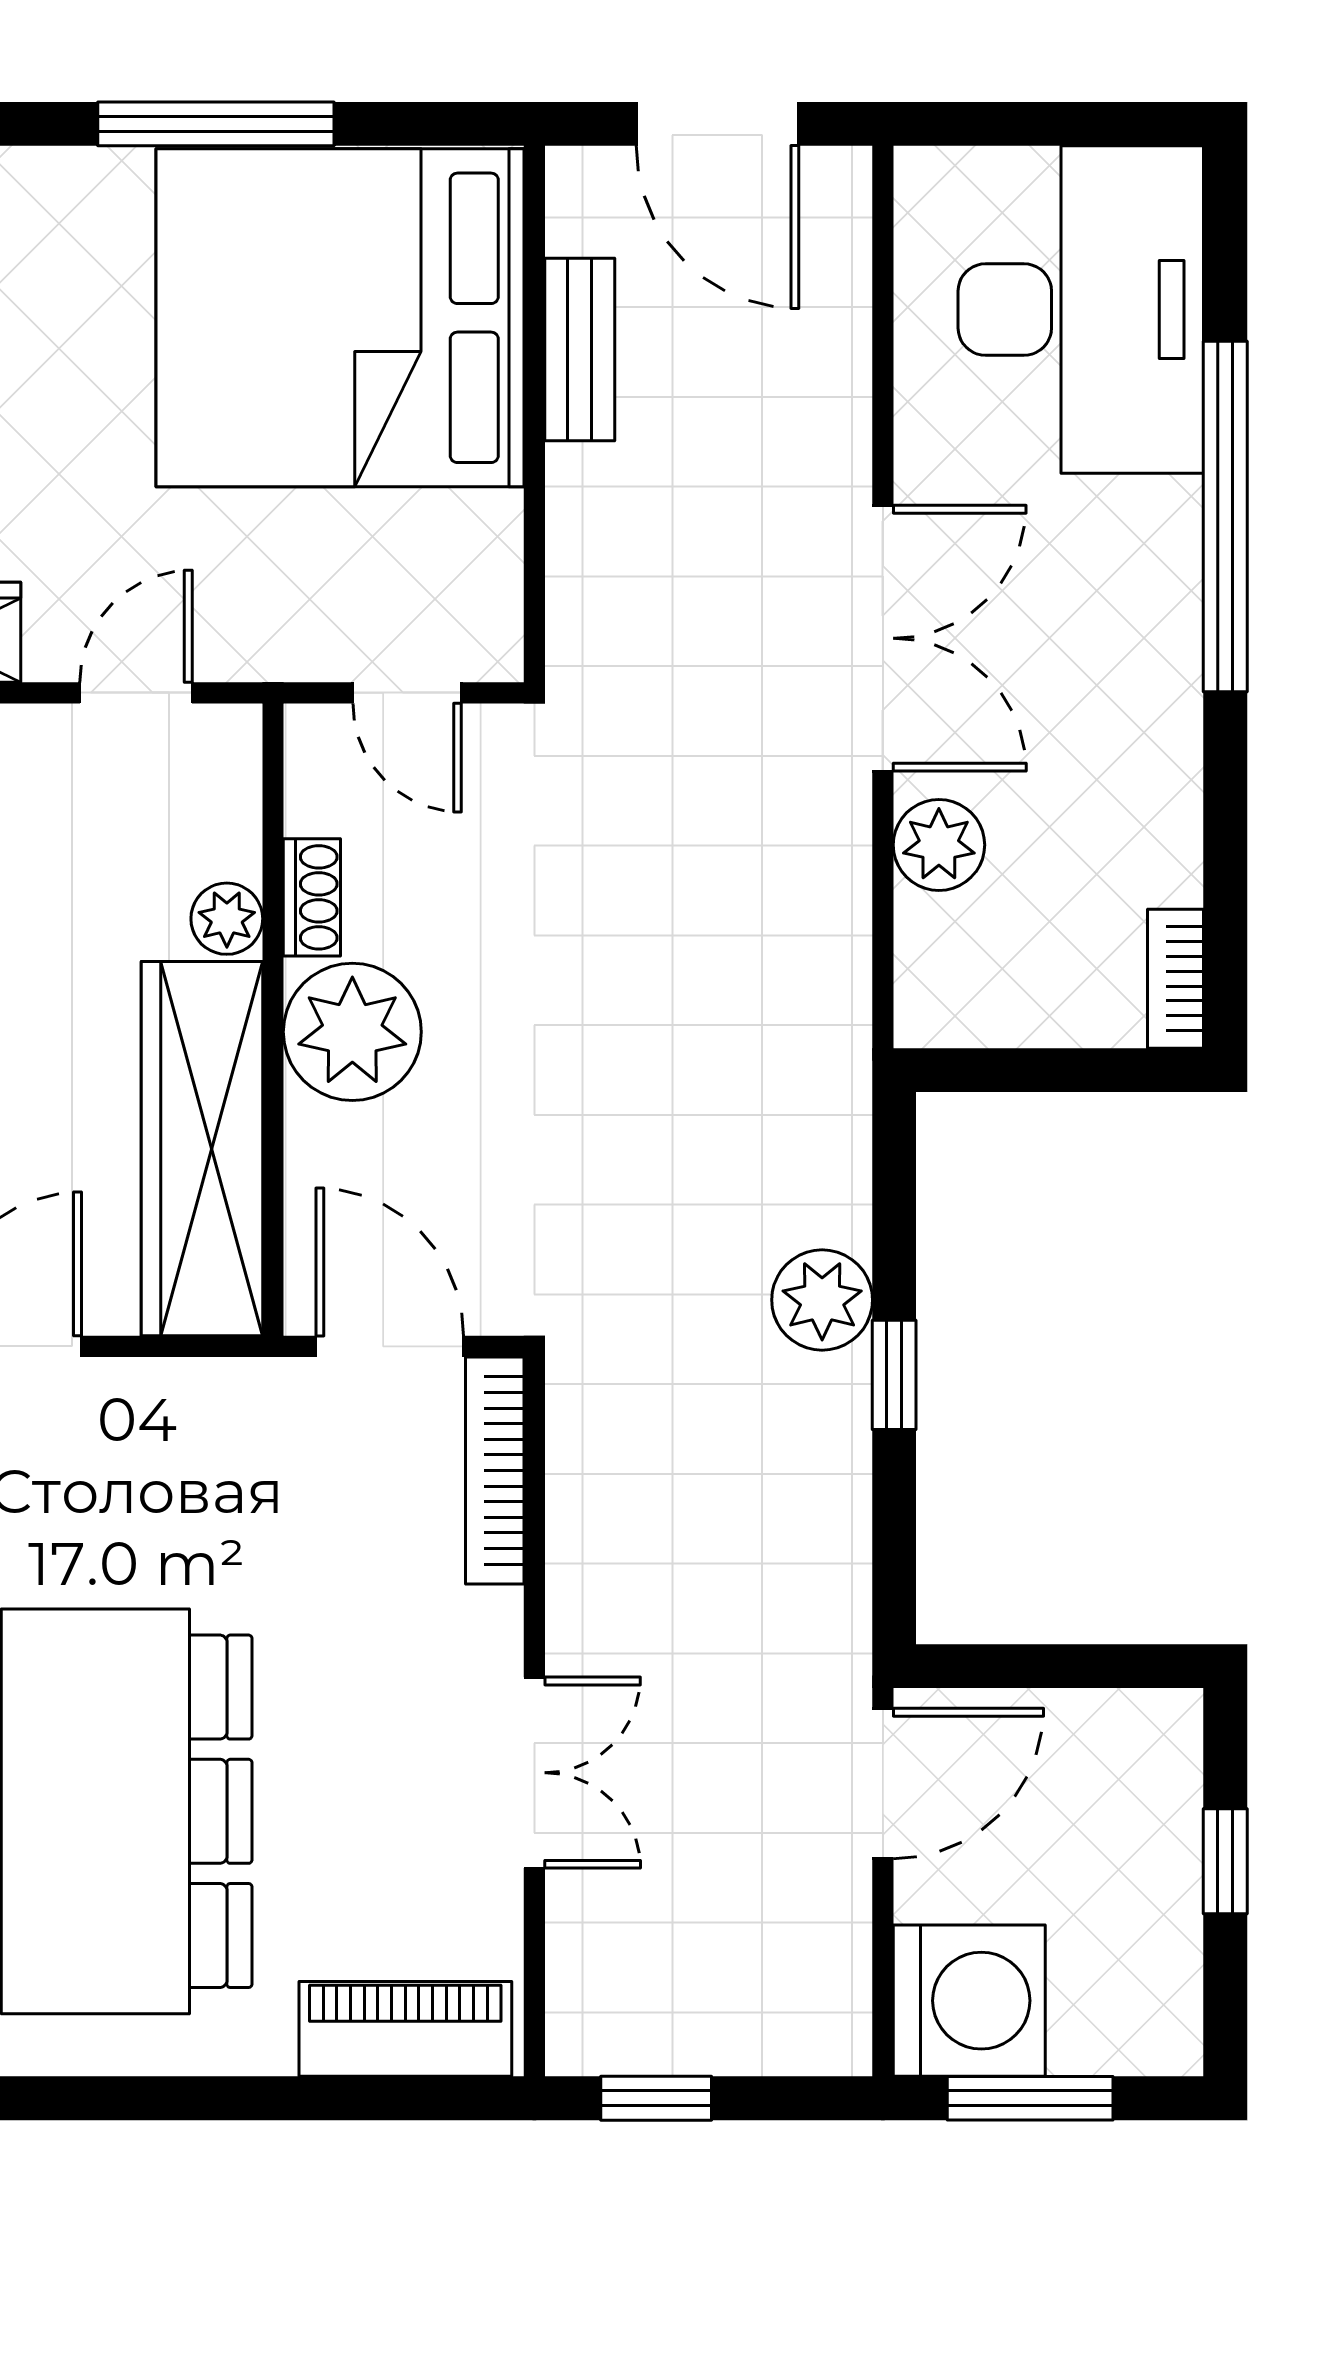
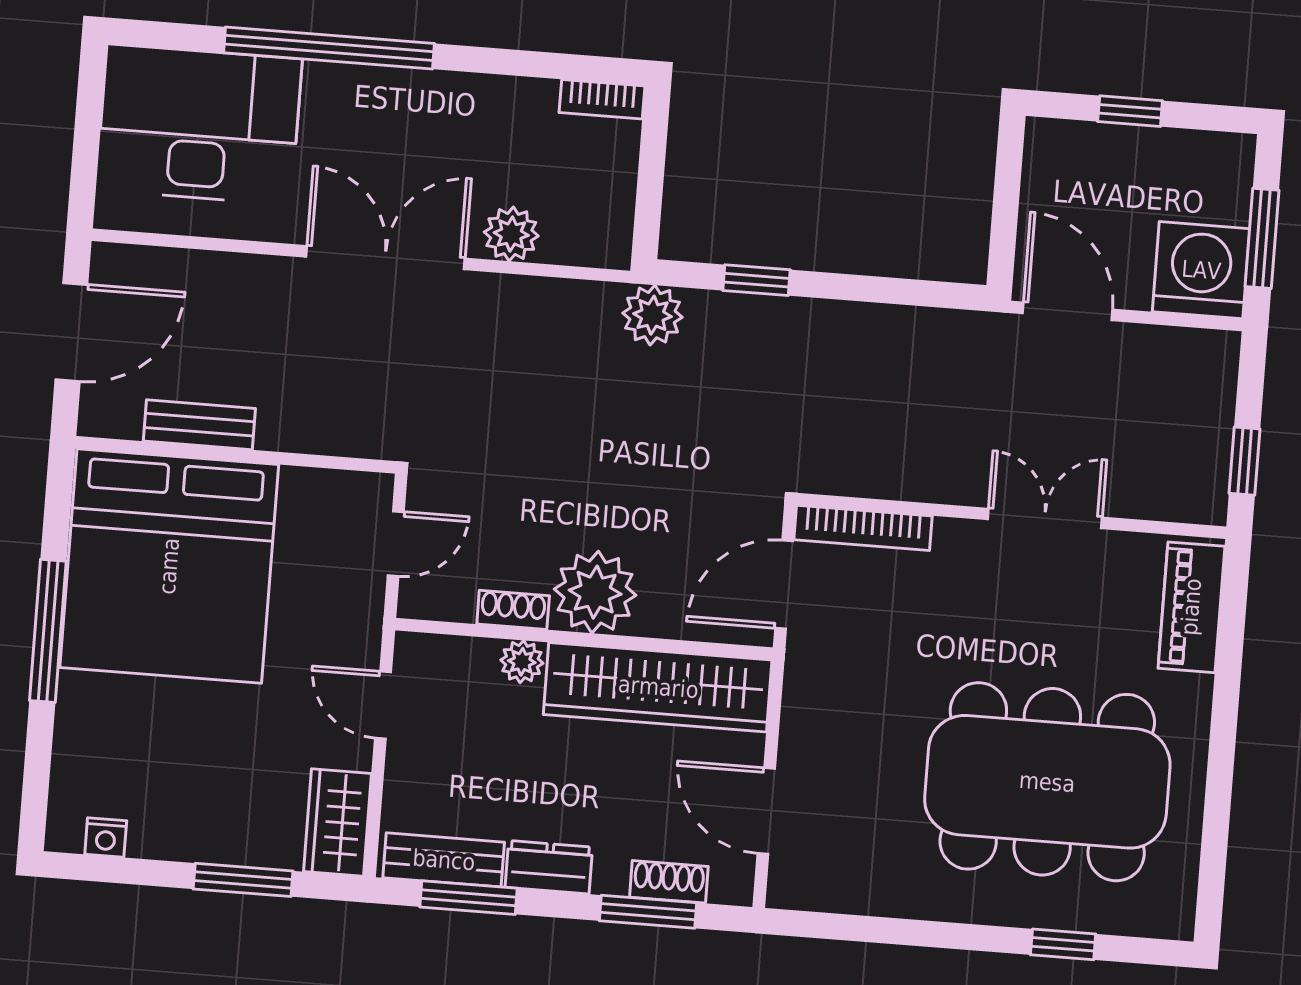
plant: (822, 1300) -> (652, 315), moved
window: (894, 1375) -> (756, 280), moved

